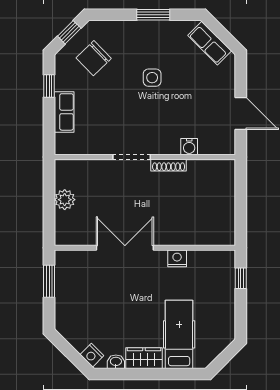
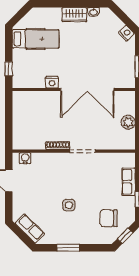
chair: (94, 58) -> (109, 218), turned -136
water cooler: (189, 147) -> (25, 158), moved
double door: (125, 248) -> (87, 89), width x1.36
hospital bed: (179, 334) -> (36, 39), moved, turned -90
nightstand: (92, 355) -> (126, 33), moved

